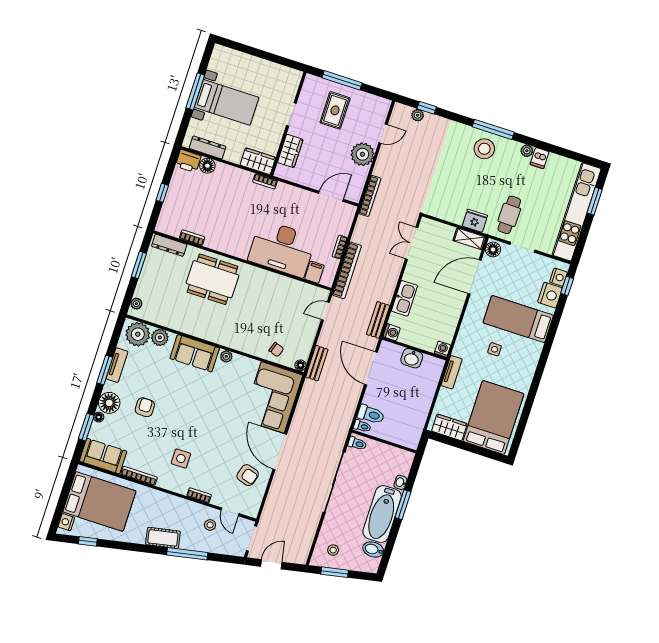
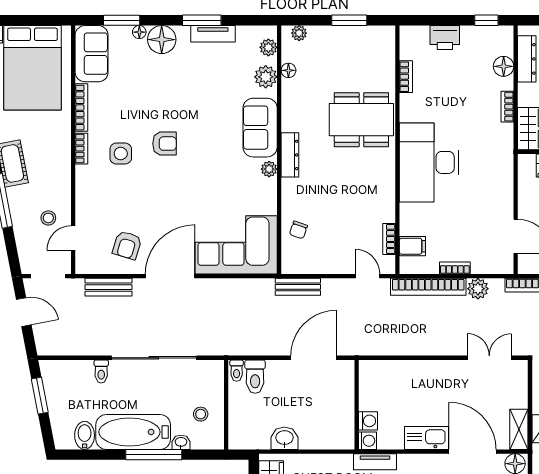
printer: (188, 161) -> (445, 37), moved, turned -90
bookcase: (265, 181) -> (507, 107), moved
window: (162, 193) -> (486, 20), moved
plant: (360, 235) -> (478, 289), added
dresser: (169, 245) -> (290, 155), moved, turned 180
desk: (282, 249) -> (429, 162), moved
dining table: (212, 279) -> (361, 120), turned 90
bookcase: (304, 287) -> (389, 239), added
kitchen sink: (404, 298) -> (427, 438), moved, turned 180
bench: (378, 320) -> (108, 287), moved
washing machine: (392, 332) -> (368, 421), moved, turned -90
plant: (138, 334) -> (268, 47), width x0.53, depth x0.53
washbasin: (412, 358) -> (284, 438), moved, turned 90
floor lamp: (300, 365) -> (288, 70), moved
tv unit: (452, 372) -> (375, 462), moved
armchair: (145, 407) -> (165, 144), moved
toilet: (357, 444) -> (101, 371), moved
bookcase: (199, 495) -> (81, 149), moved
window: (403, 505) -> (154, 455), width x1.44
stool: (333, 550) -> (201, 414), moved

